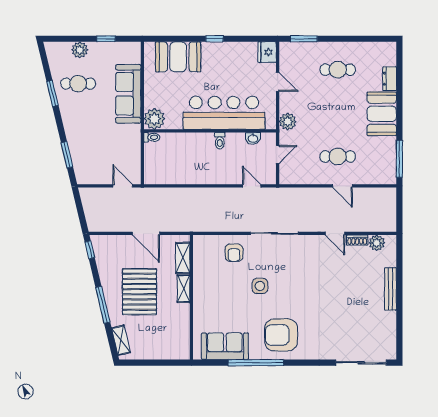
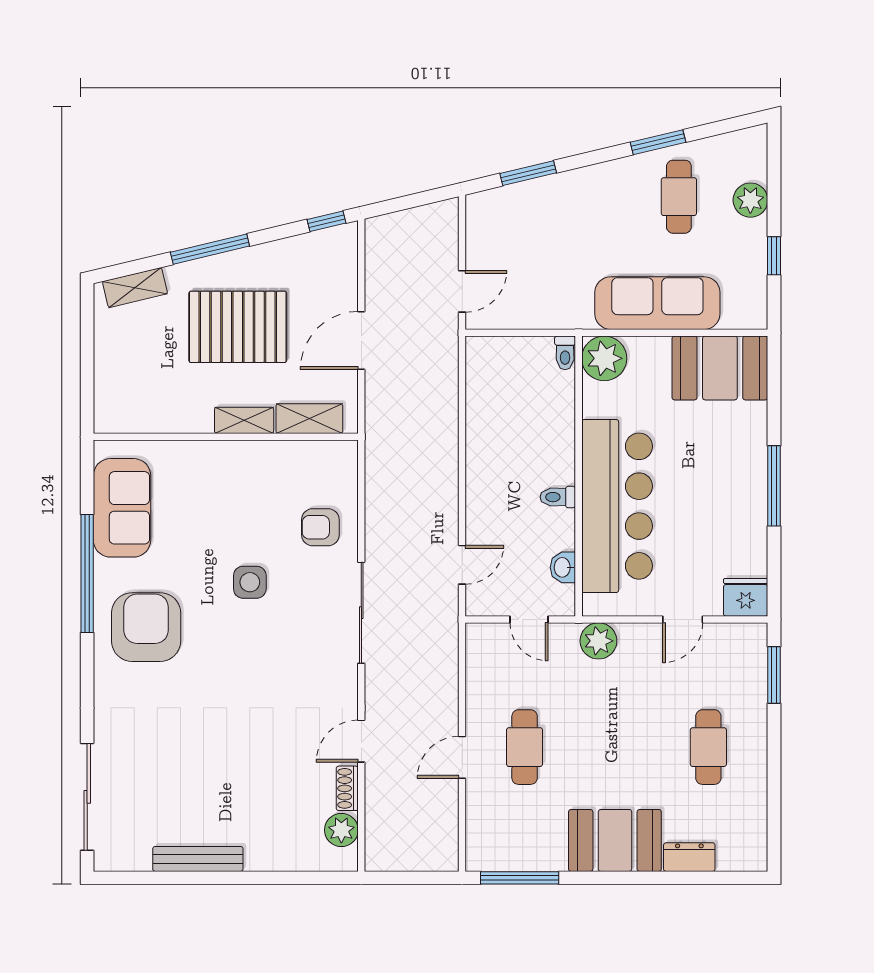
window: (215, 39) -> (774, 486), width x2.17
booth: (178, 57) -> (720, 368), moved, turned 90
bench: (390, 289) -> (198, 859), moved

